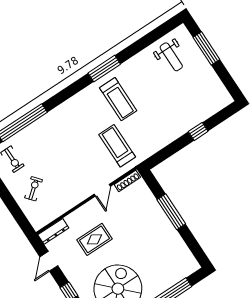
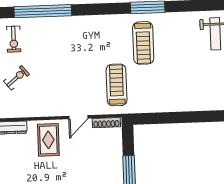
window: (198, 131) -> (198, 117), removed
rug: (94, 239) -> (48, 140), moved, turned 90

